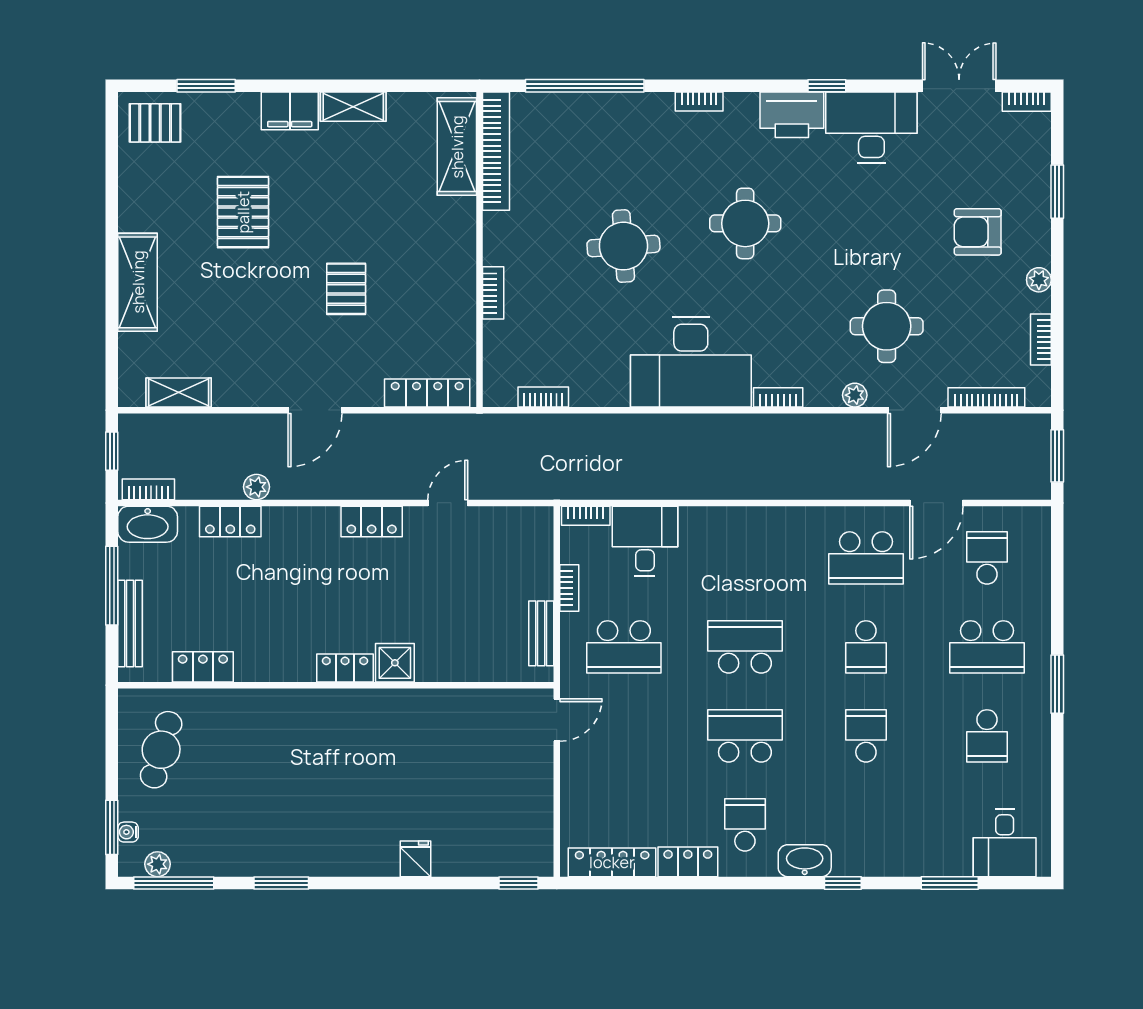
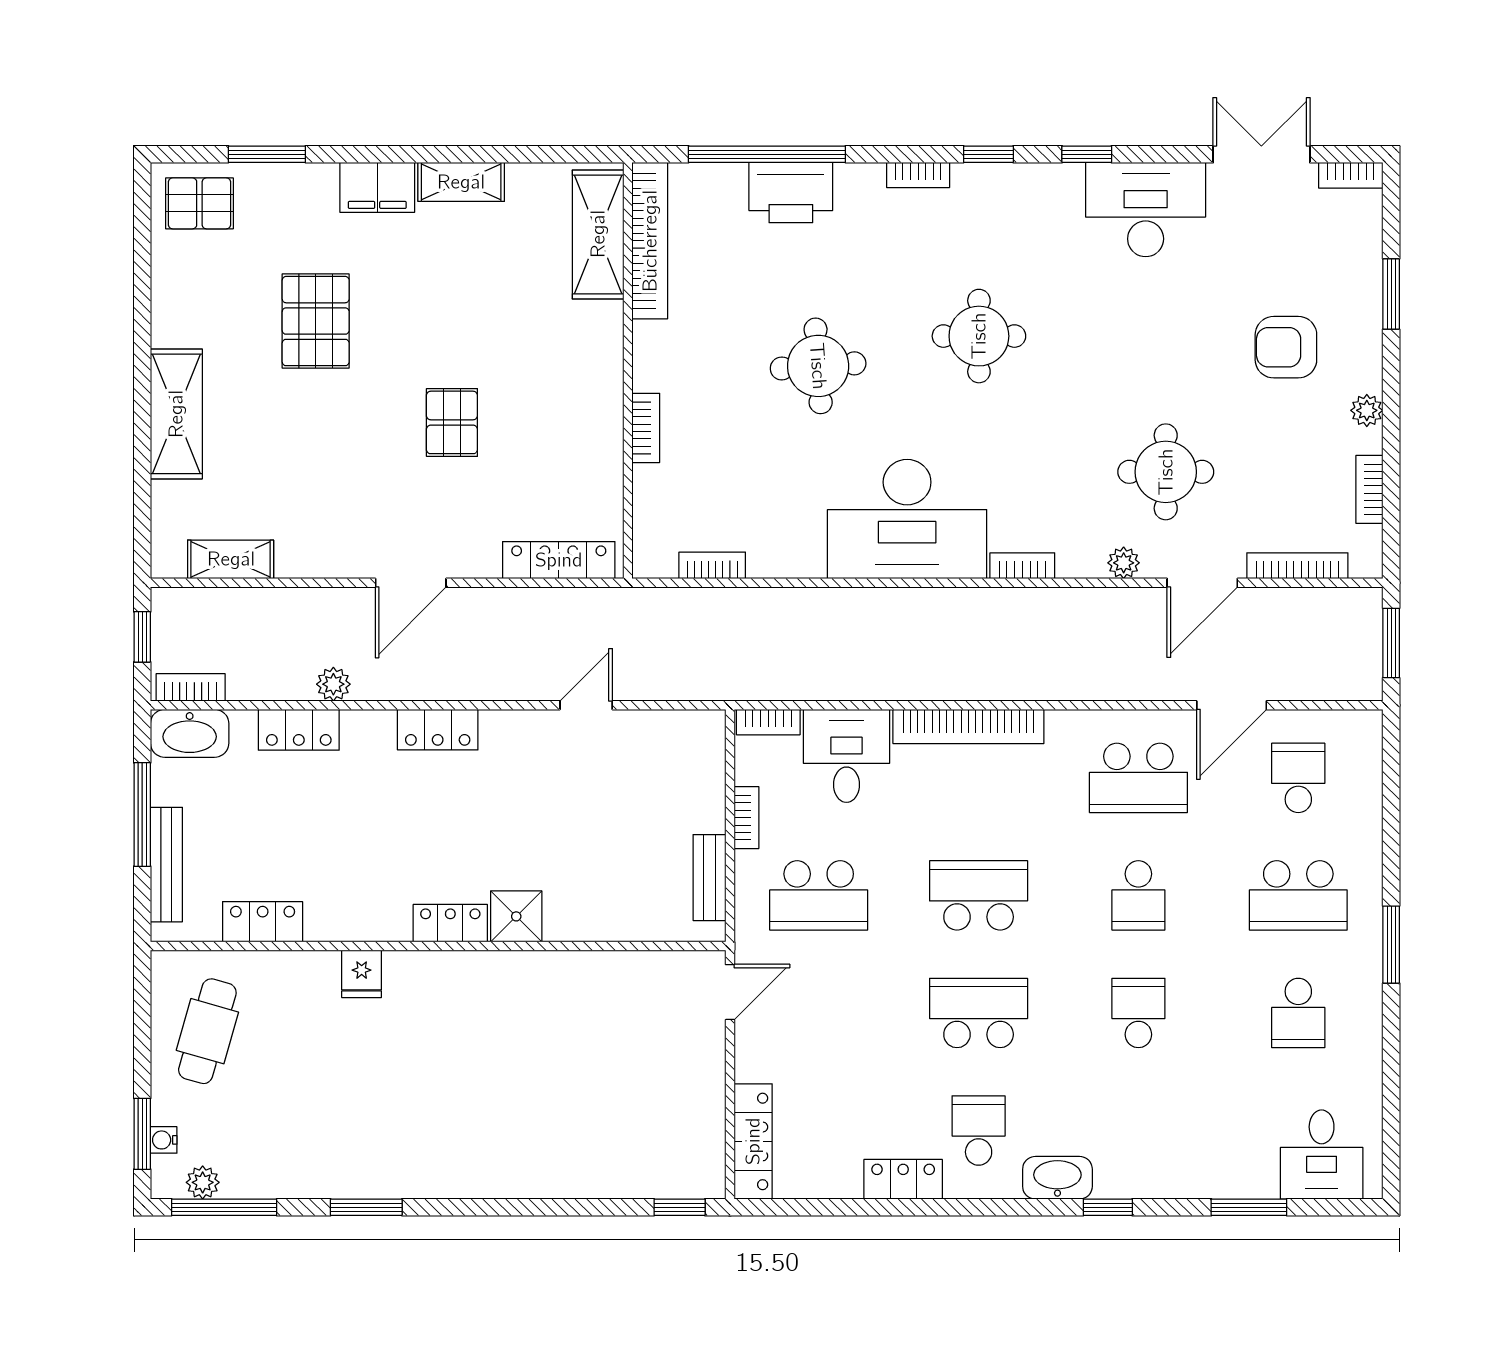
window: (752, 86) -> (988, 154), added
printer: (792, 115) -> (791, 193), moved
bookcase: (737, 519) -> (968, 726), added
locker: (372, 521) -> (438, 730), moved
fridge: (416, 859) -> (362, 974), moved, turned 180
locker: (612, 862) -> (753, 1141), moved, turned 90

